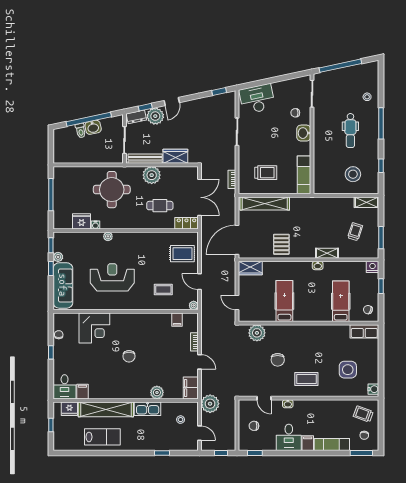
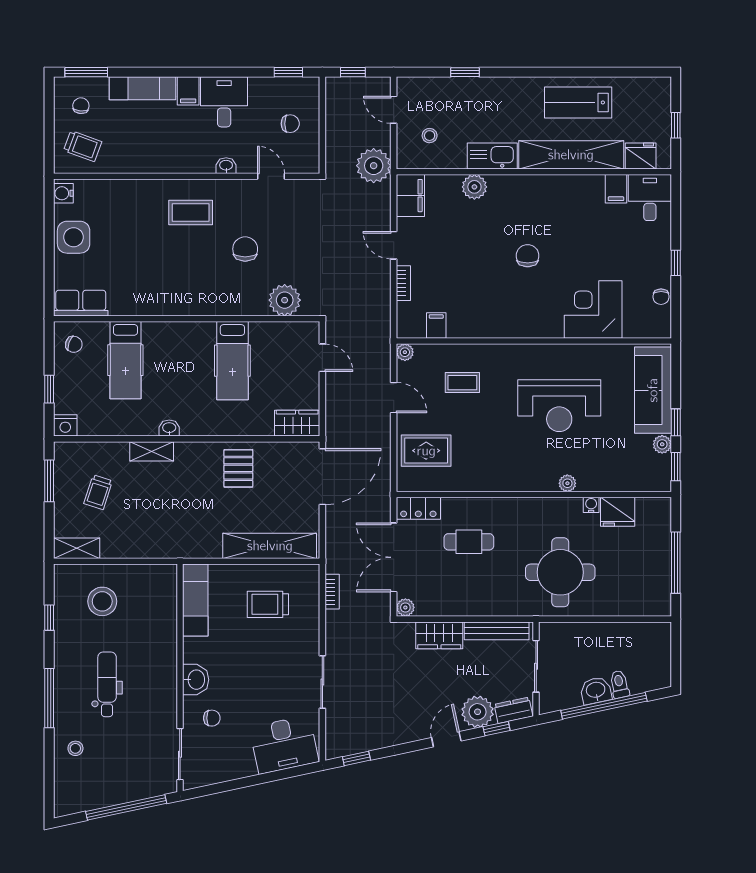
plant: (152, 175) -> (405, 607), moved, width x0.53, depth x0.53
side table: (348, 370) -> (74, 237), moved

